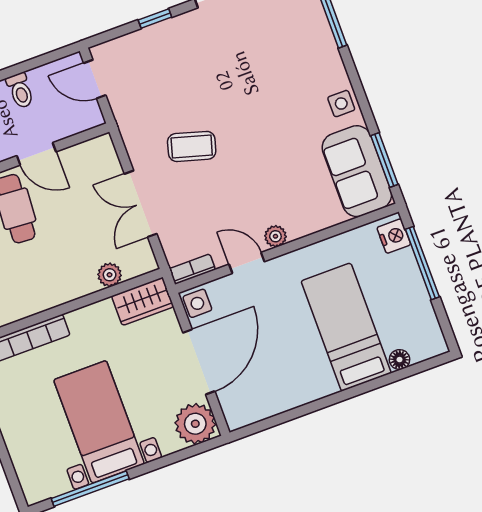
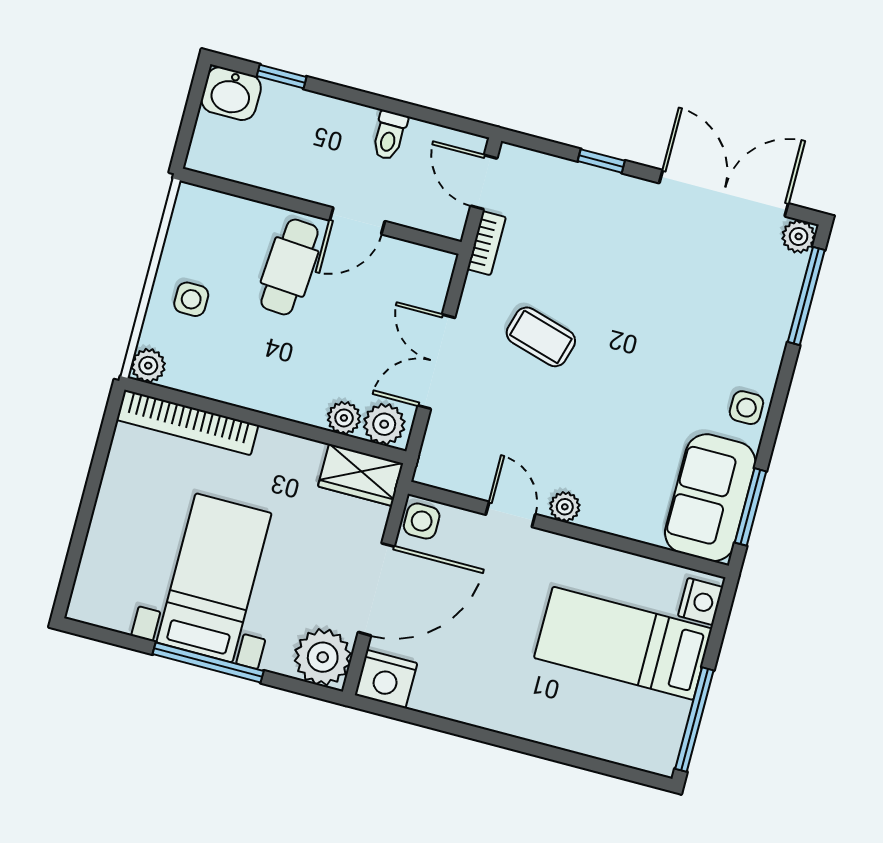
door: (36, 154) -> (357, 221), hinge flipped
plant: (136, 262) -> (384, 424), added
window: (422, 263) -> (694, 720), moved
bookcase: (192, 269) -> (486, 243), moved, turned 90
bed: (346, 327) -> (623, 643), moved, turned -90
floor lamp: (400, 360) -> (608, 747), removed
nightstand: (241, 410) -> (386, 679), added
window: (90, 489) -> (208, 663), moved

